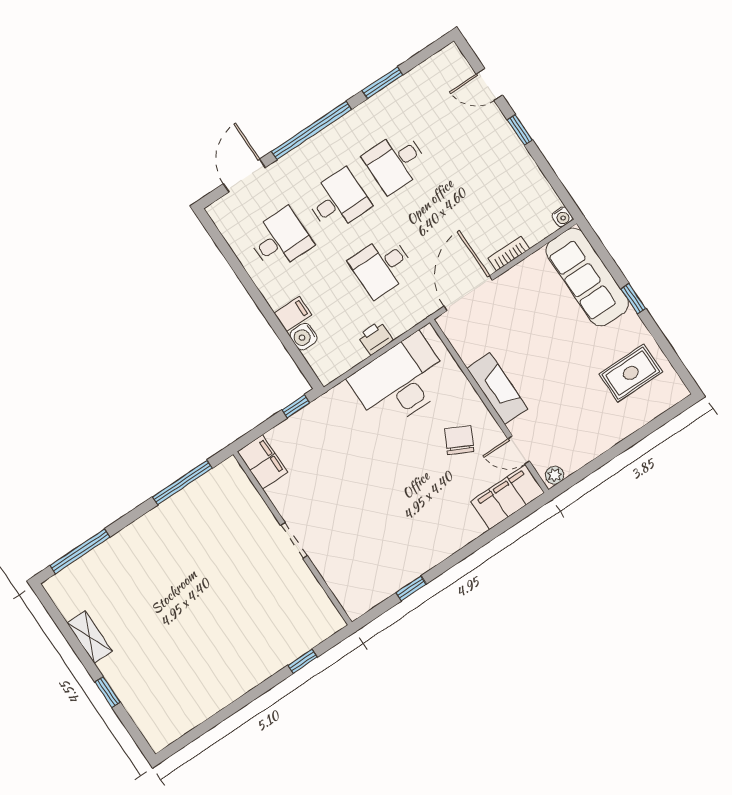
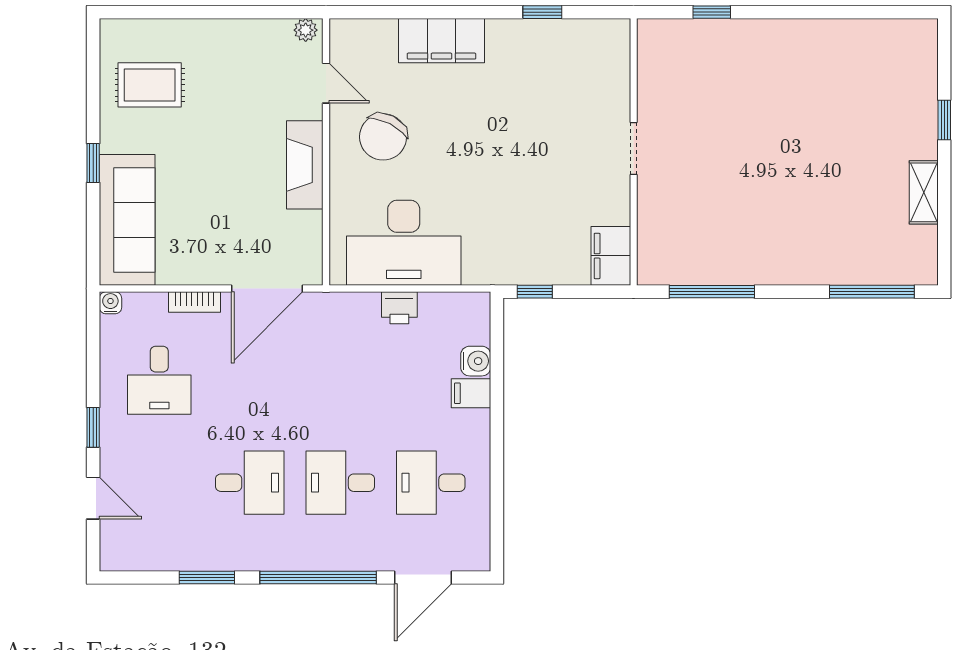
desk: (382, 266) -> (159, 380), moved, turned 90
chair: (459, 440) -> (383, 137), width x1.37, depth x1.37
filing cabinet: (508, 497) -> (441, 41), moved

